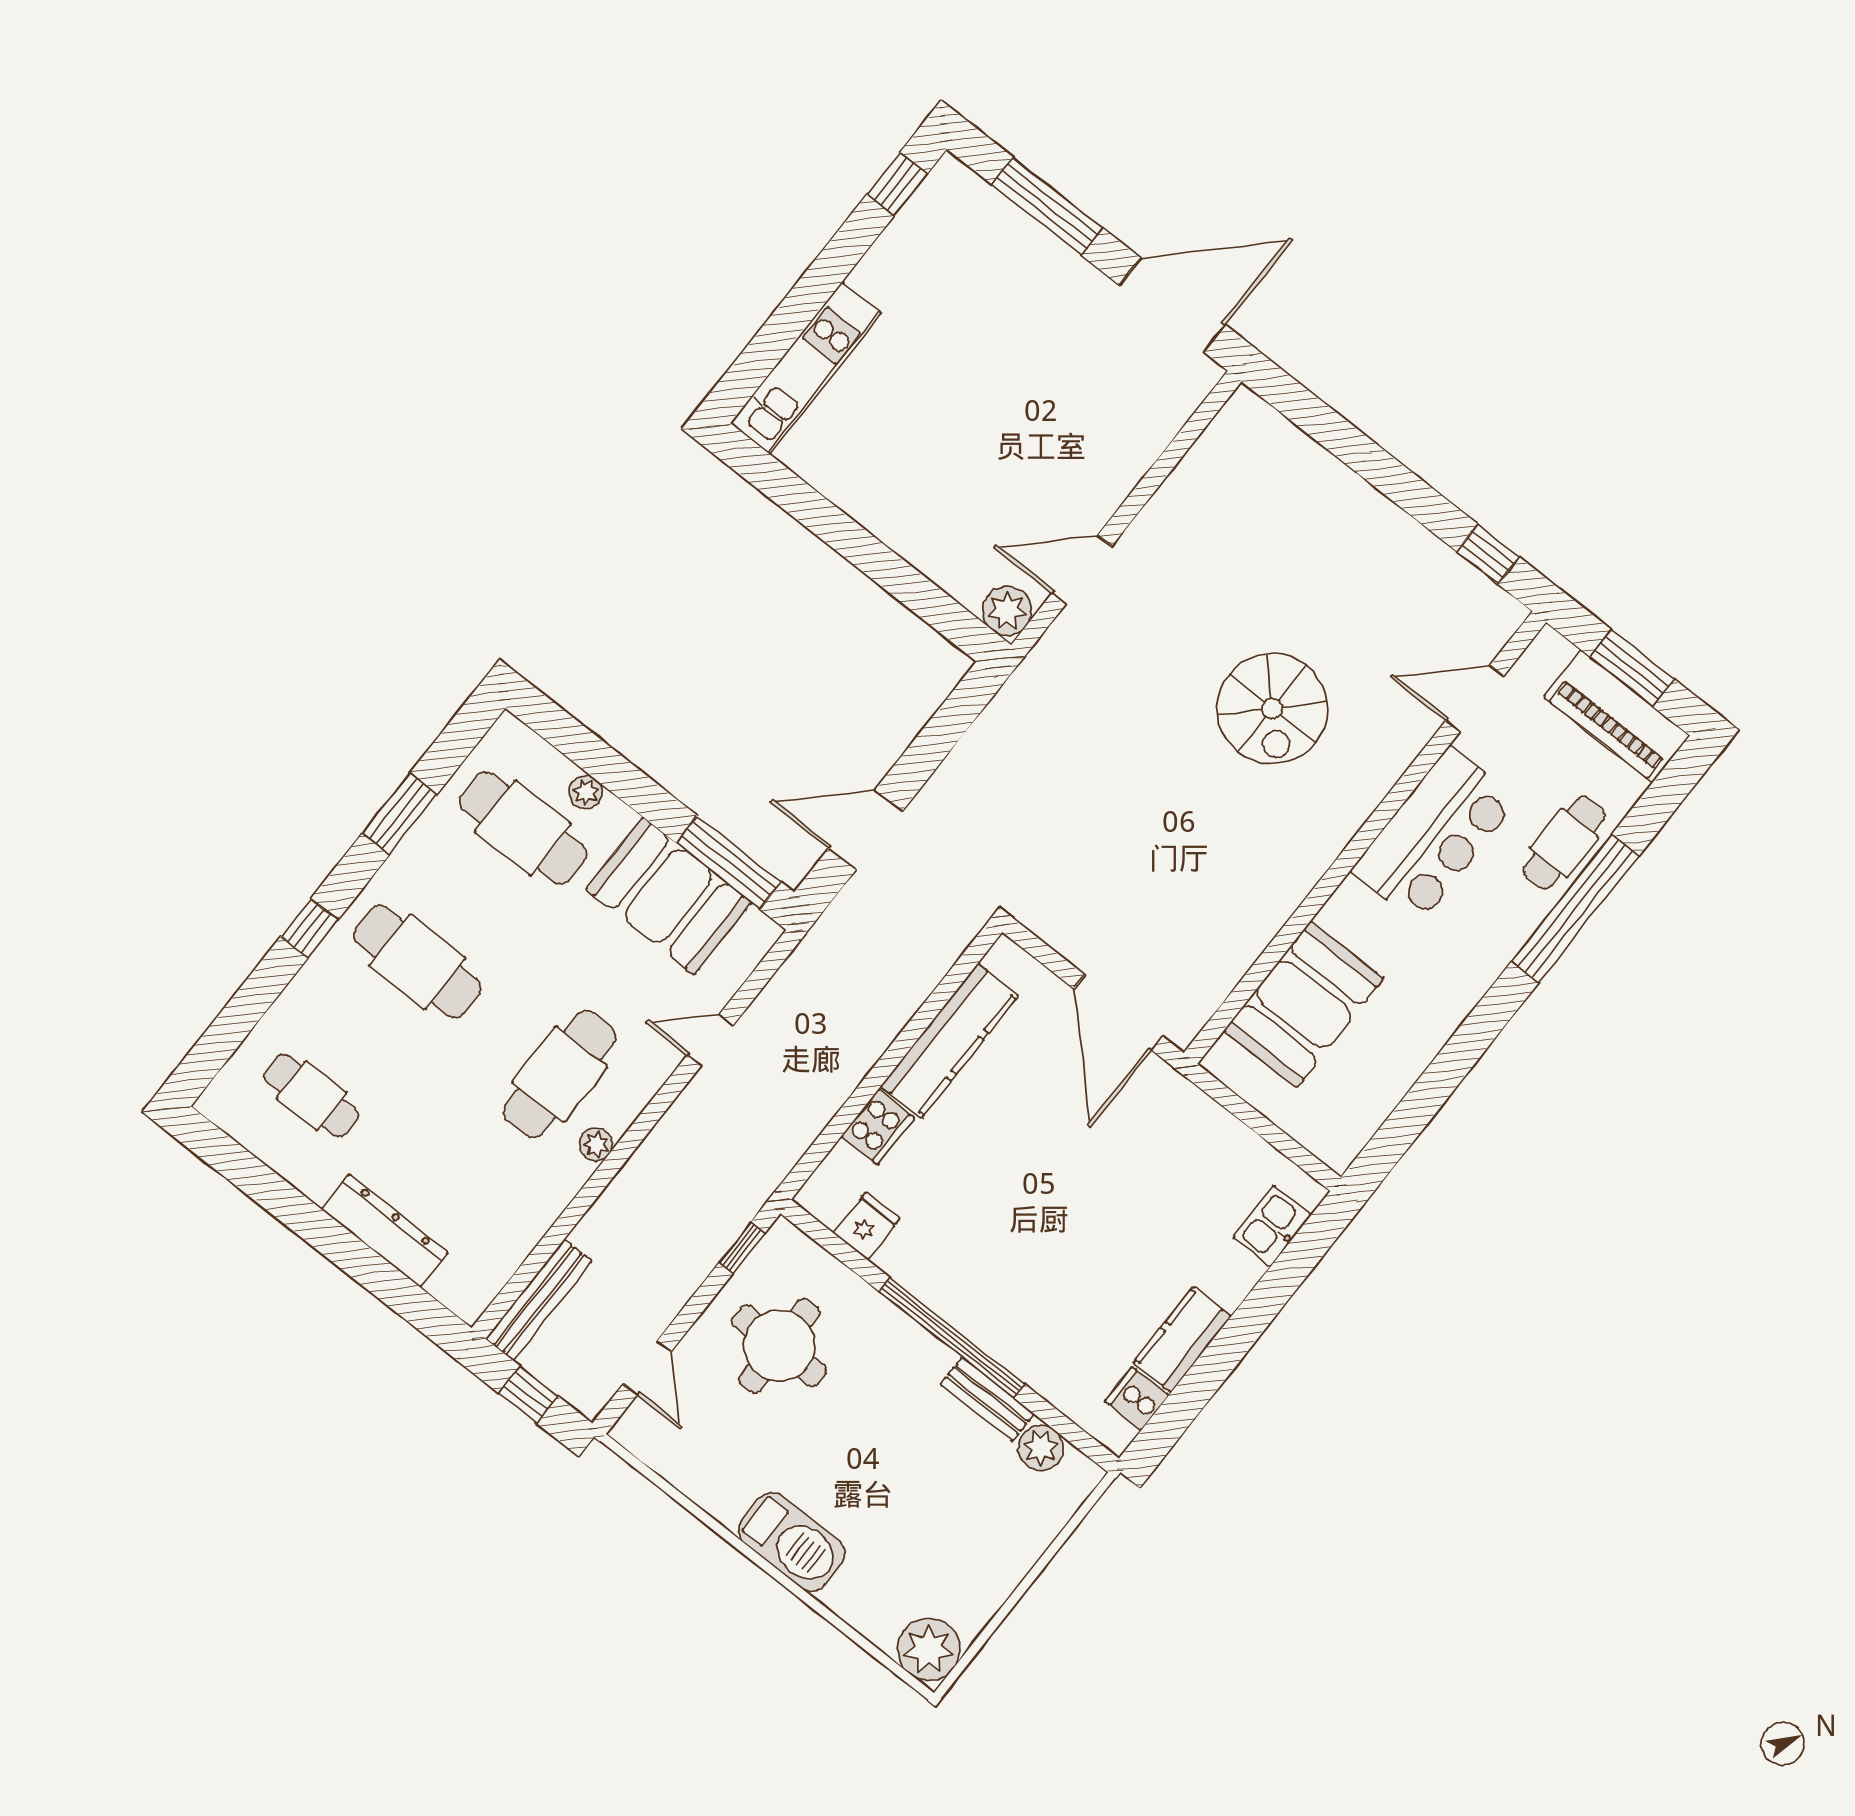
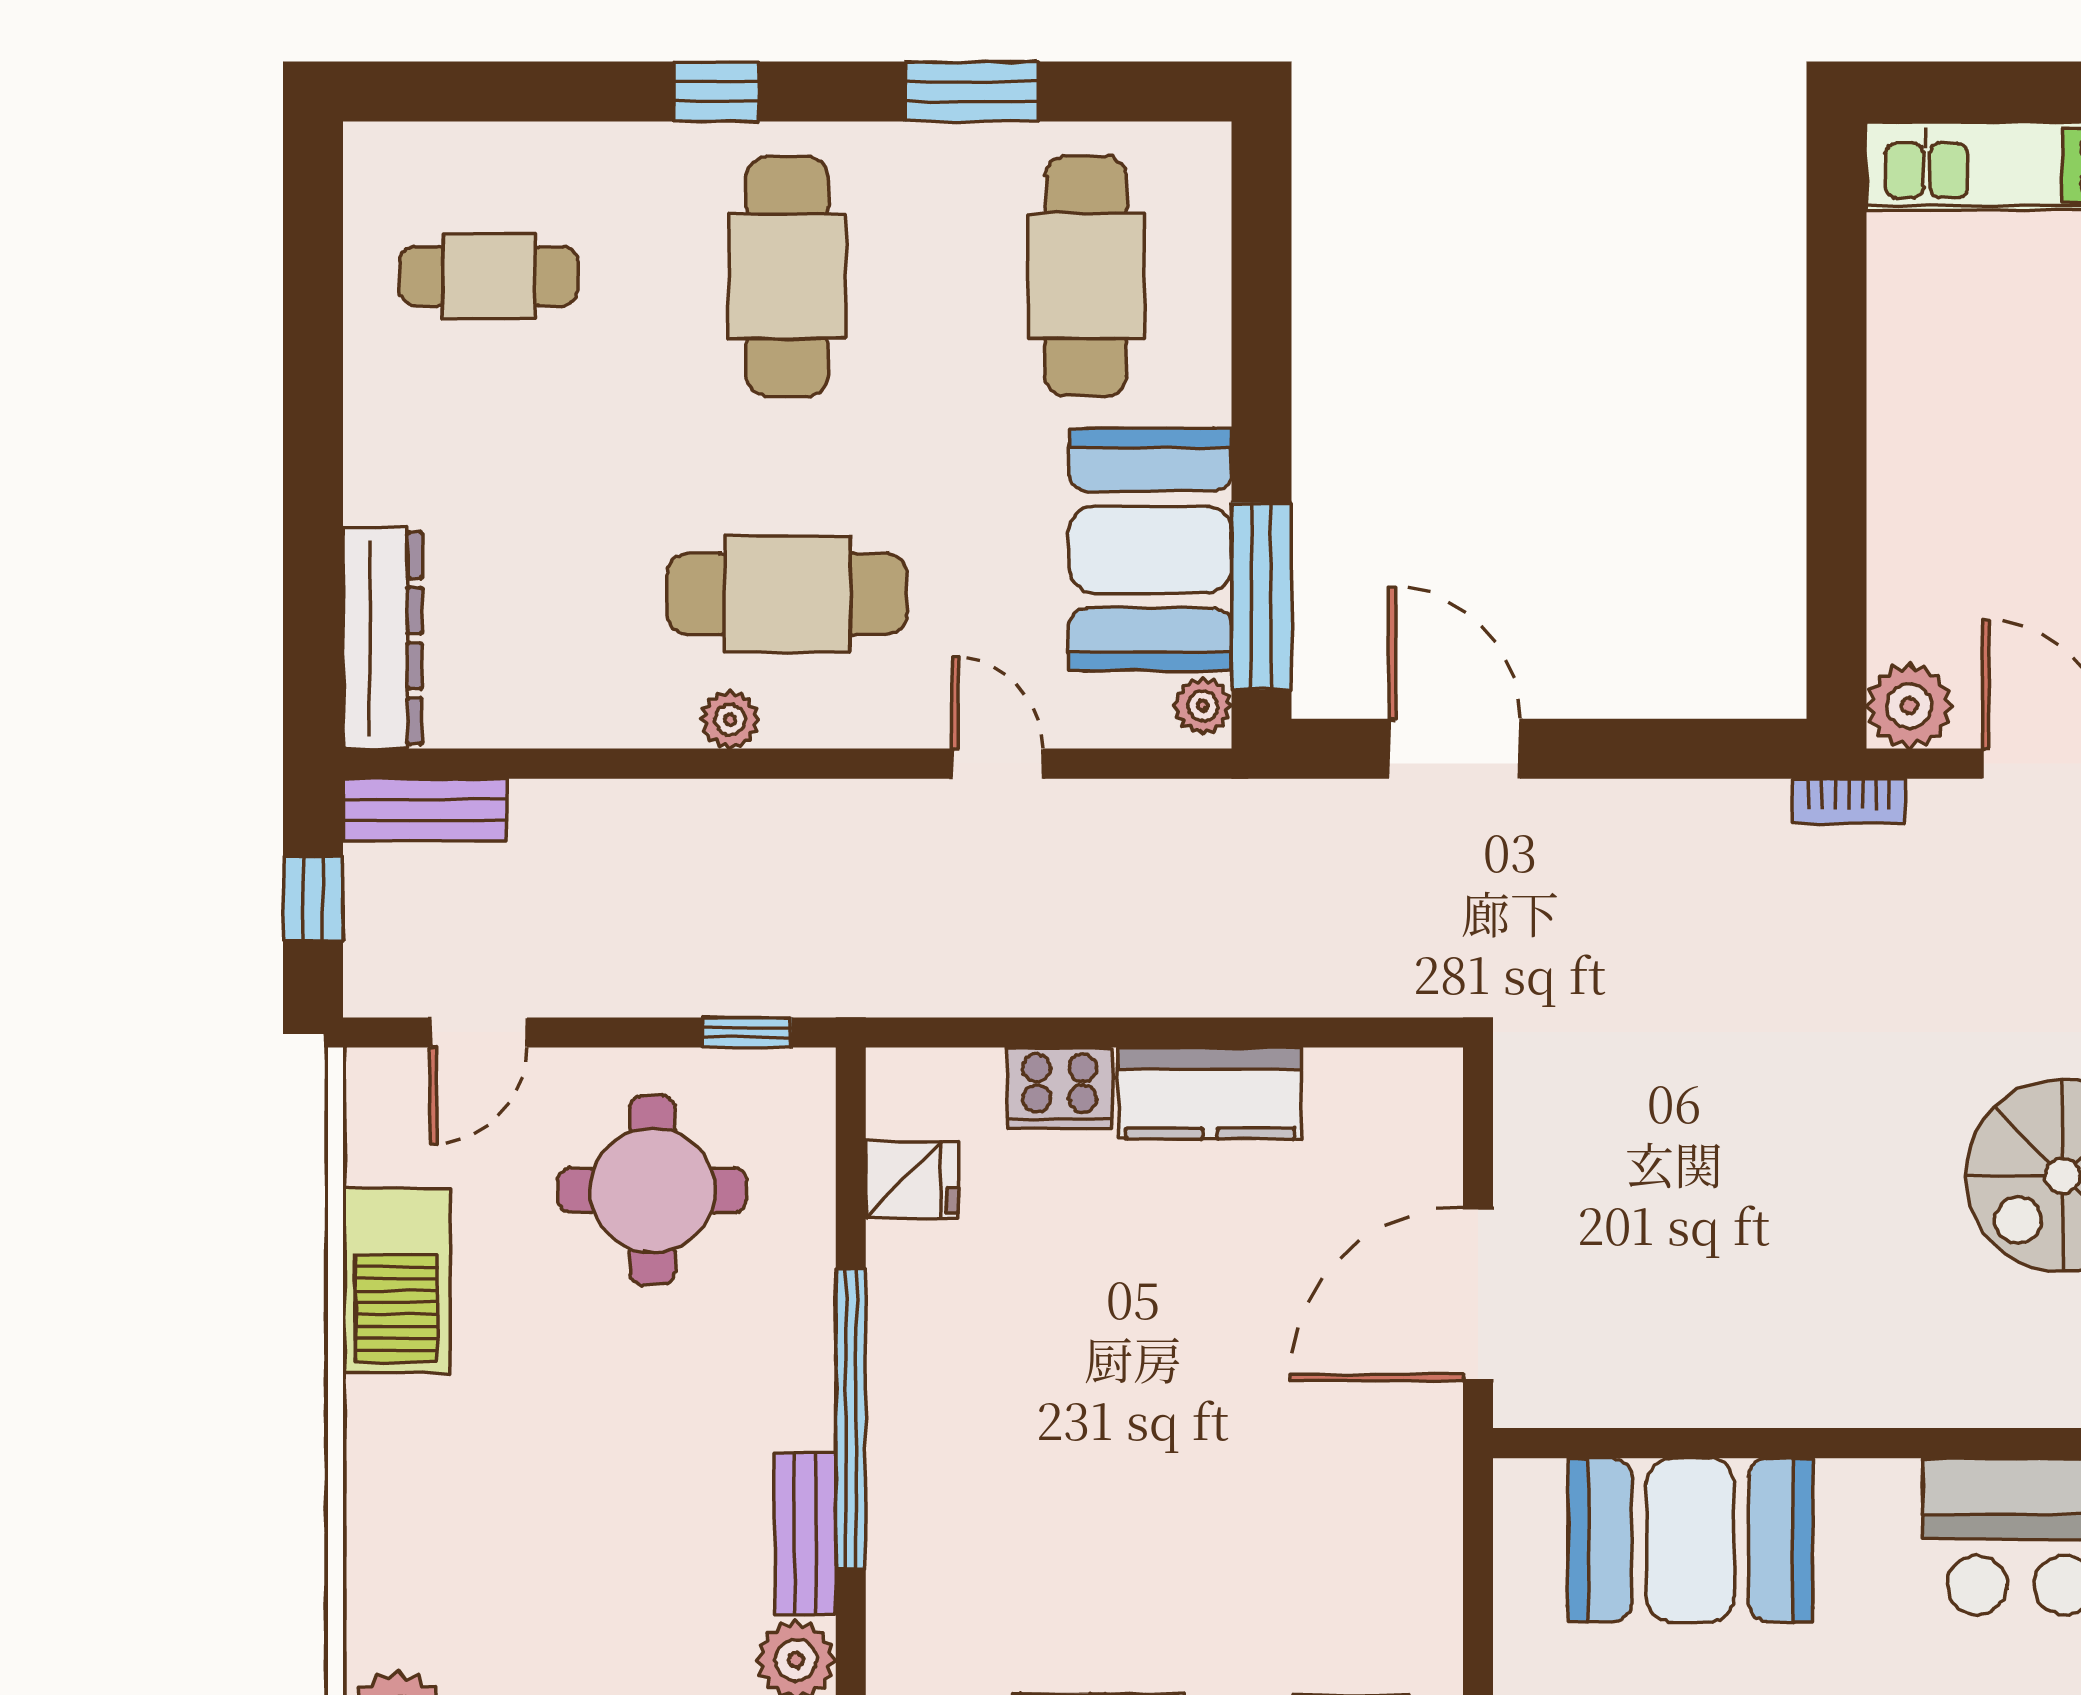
bookcase: (1029, 672) -> (1849, 801), added
plant: (586, 792) -> (1203, 706), moved
kitchen counter: (950, 1041) -> (1210, 1093), width x0.67
cafe table: (312, 1096) -> (489, 276), turned 90
dresser: (385, 1231) -> (382, 638), moved
bench: (539, 1300) -> (425, 810), width x0.73
barbecue: (792, 1542) -> (396, 1281), moved

